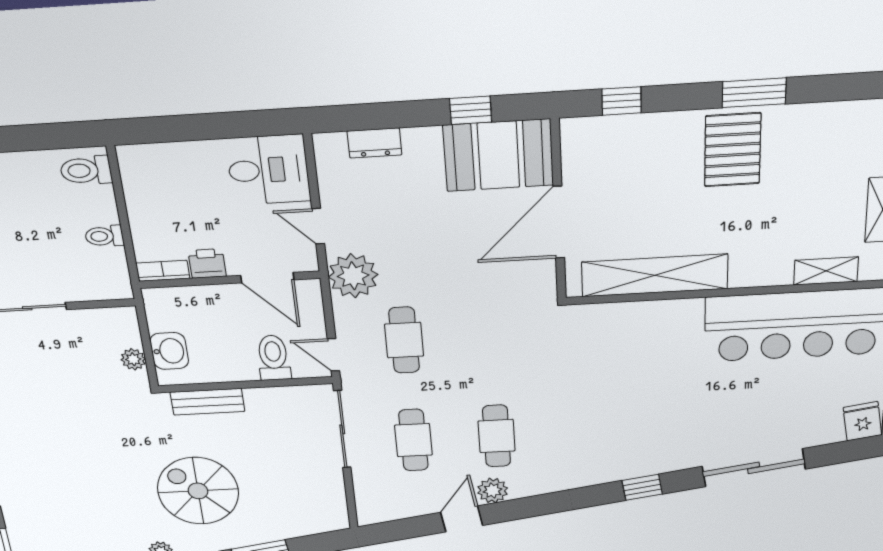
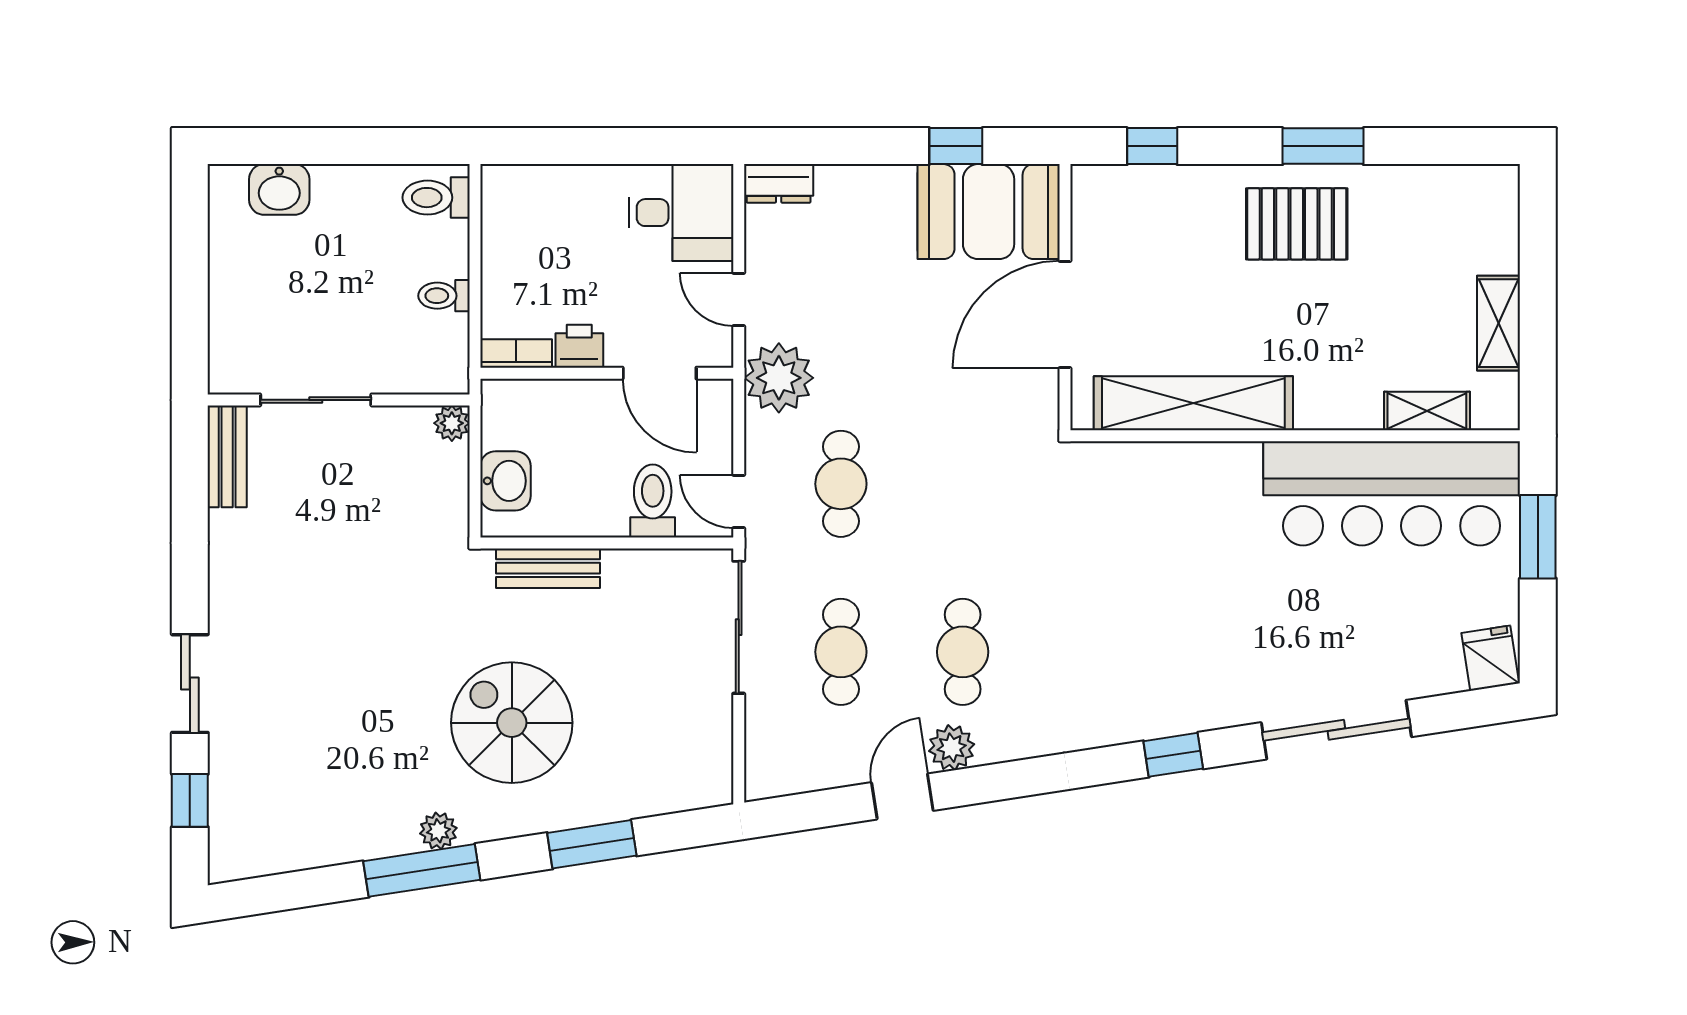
dresser: (374, 143) -> (779, 183), moved
pallet: (733, 150) -> (1297, 224), turned 90
plant: (133, 359) -> (452, 423), moved

